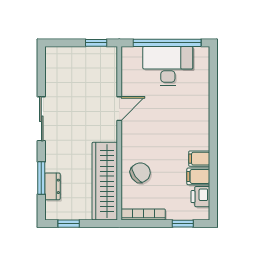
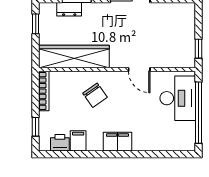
desk: (168, 66) -> (178, 98), moved
filing cabinet: (199, 159) -> (117, 142), moved, width x2.00
chair: (140, 173) -> (95, 95), moved

